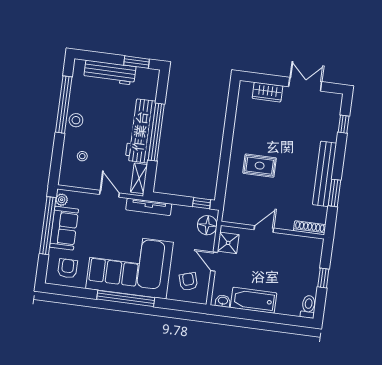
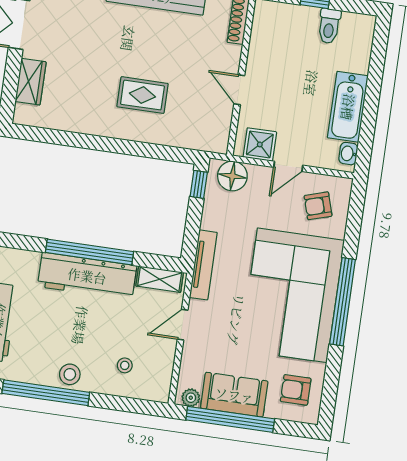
rug: (260, 166) -> (142, 95), turned 90
toilet: (308, 307) -> (329, 26), moved, turned -90

